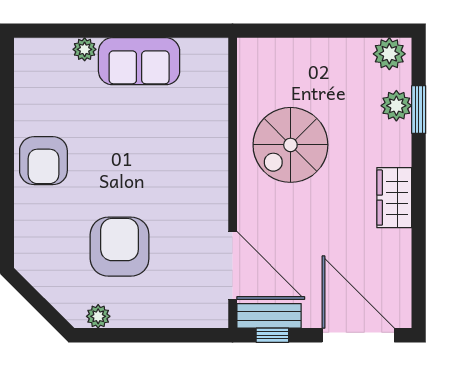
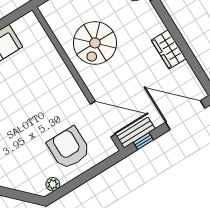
wardrobe: (394, 198) -> (169, 49), moved
armchair: (120, 247) -> (69, 148), moved

